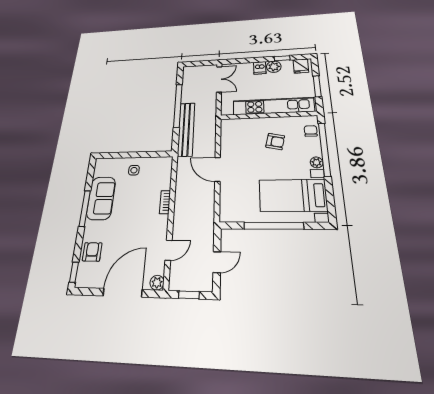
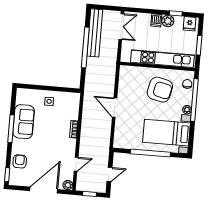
bench: (186, 129) -> (95, 33), moved
armchair: (275, 142) -> (160, 90), width x1.88, depth x1.88

